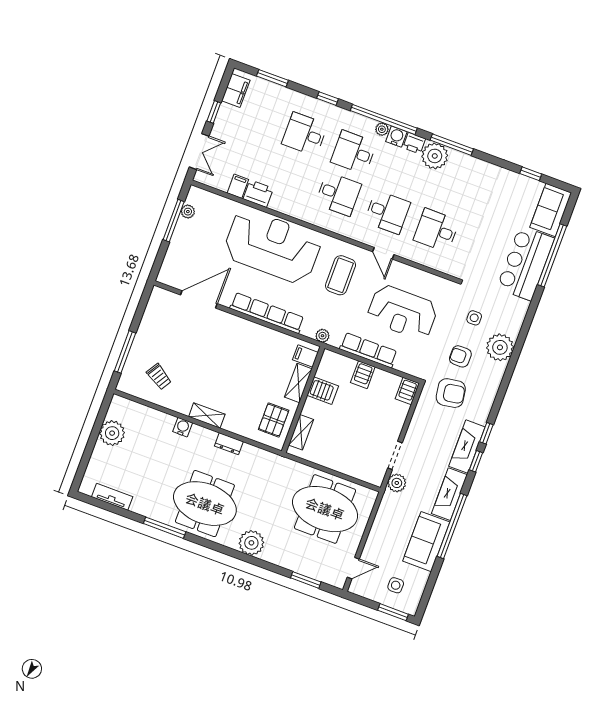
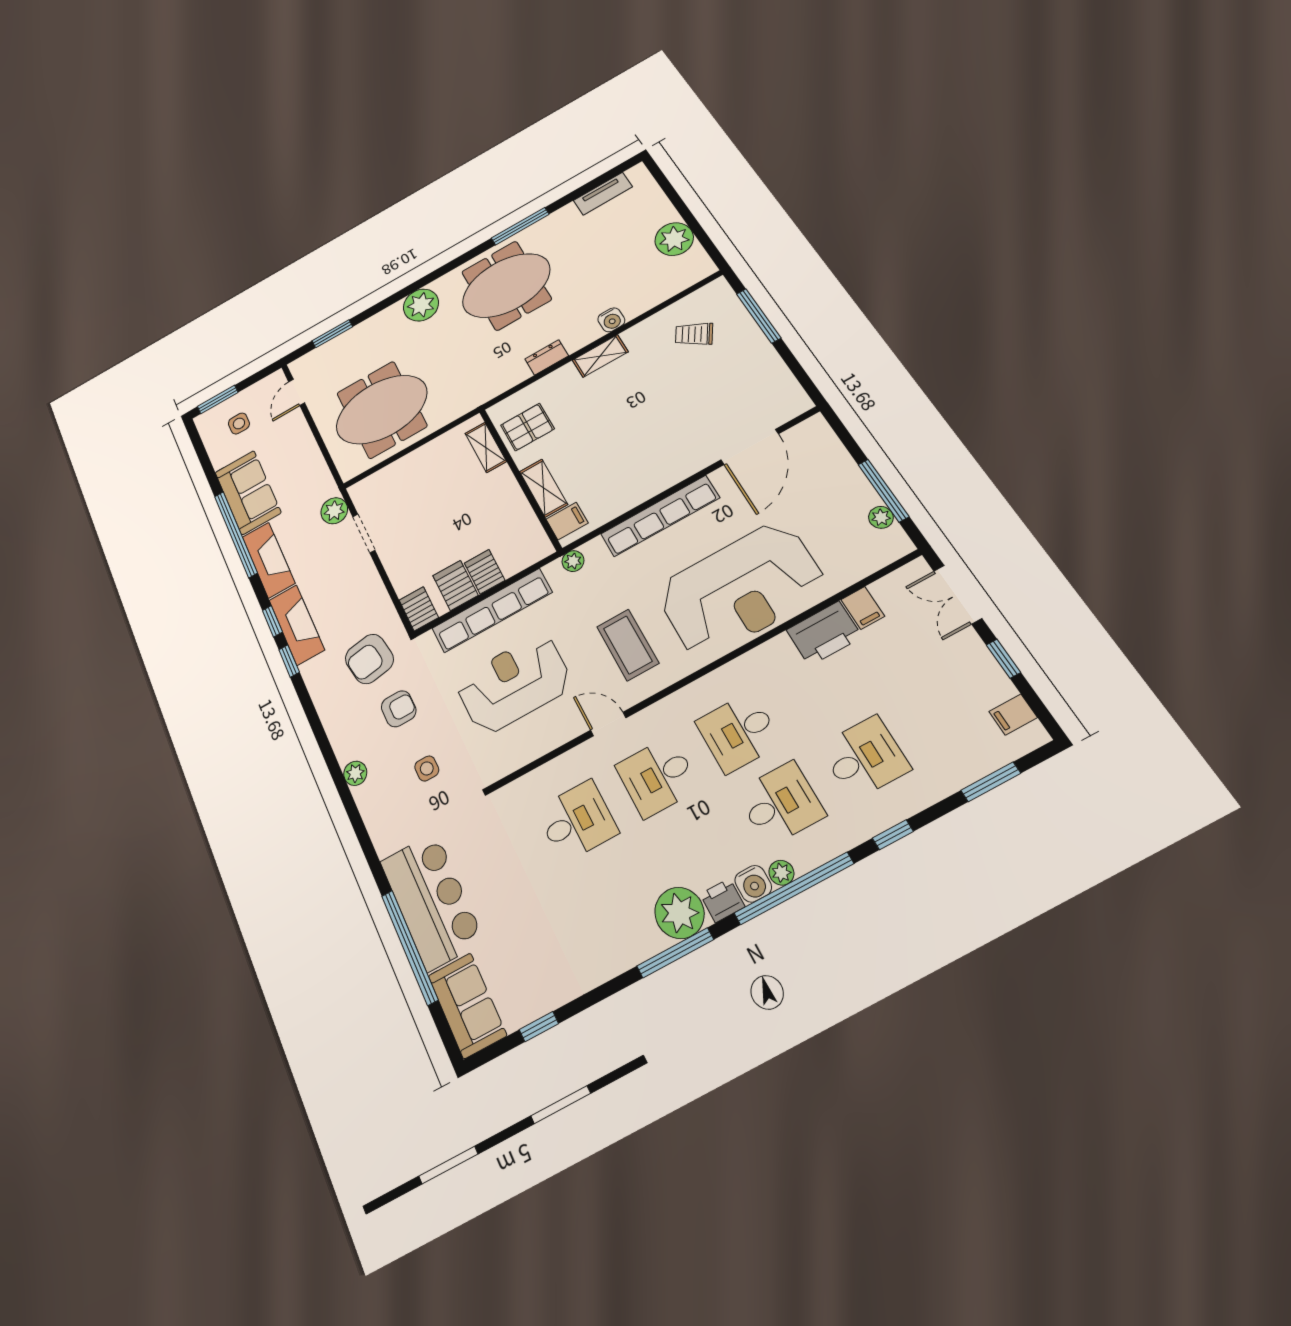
filing cabinet: (236, 90) -> (1013, 715), width x0.50
printer: (258, 194) -> (824, 633), width x1.37, depth x1.19
plant: (500, 347) -> (355, 773), width x0.53, depth x0.53
row of seats: (368, 350) -> (492, 610), width x1.36
server rack: (323, 391) -> (455, 585), moved, turned 90
pallet: (274, 420) -> (527, 427), turned 90

